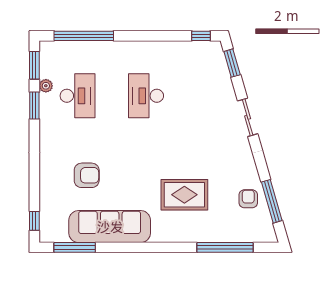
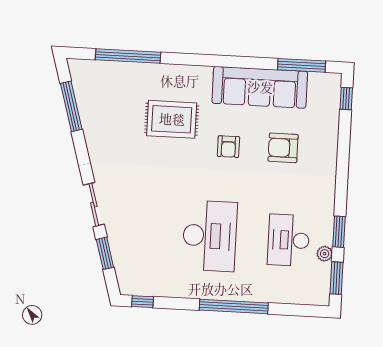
window: (84, 36) -> (234, 307), moved
window: (232, 63) -> (105, 253), moved
desk: (146, 96) -> (210, 236), width x1.36, depth x1.30
armchair: (248, 199) -> (228, 147), moved

